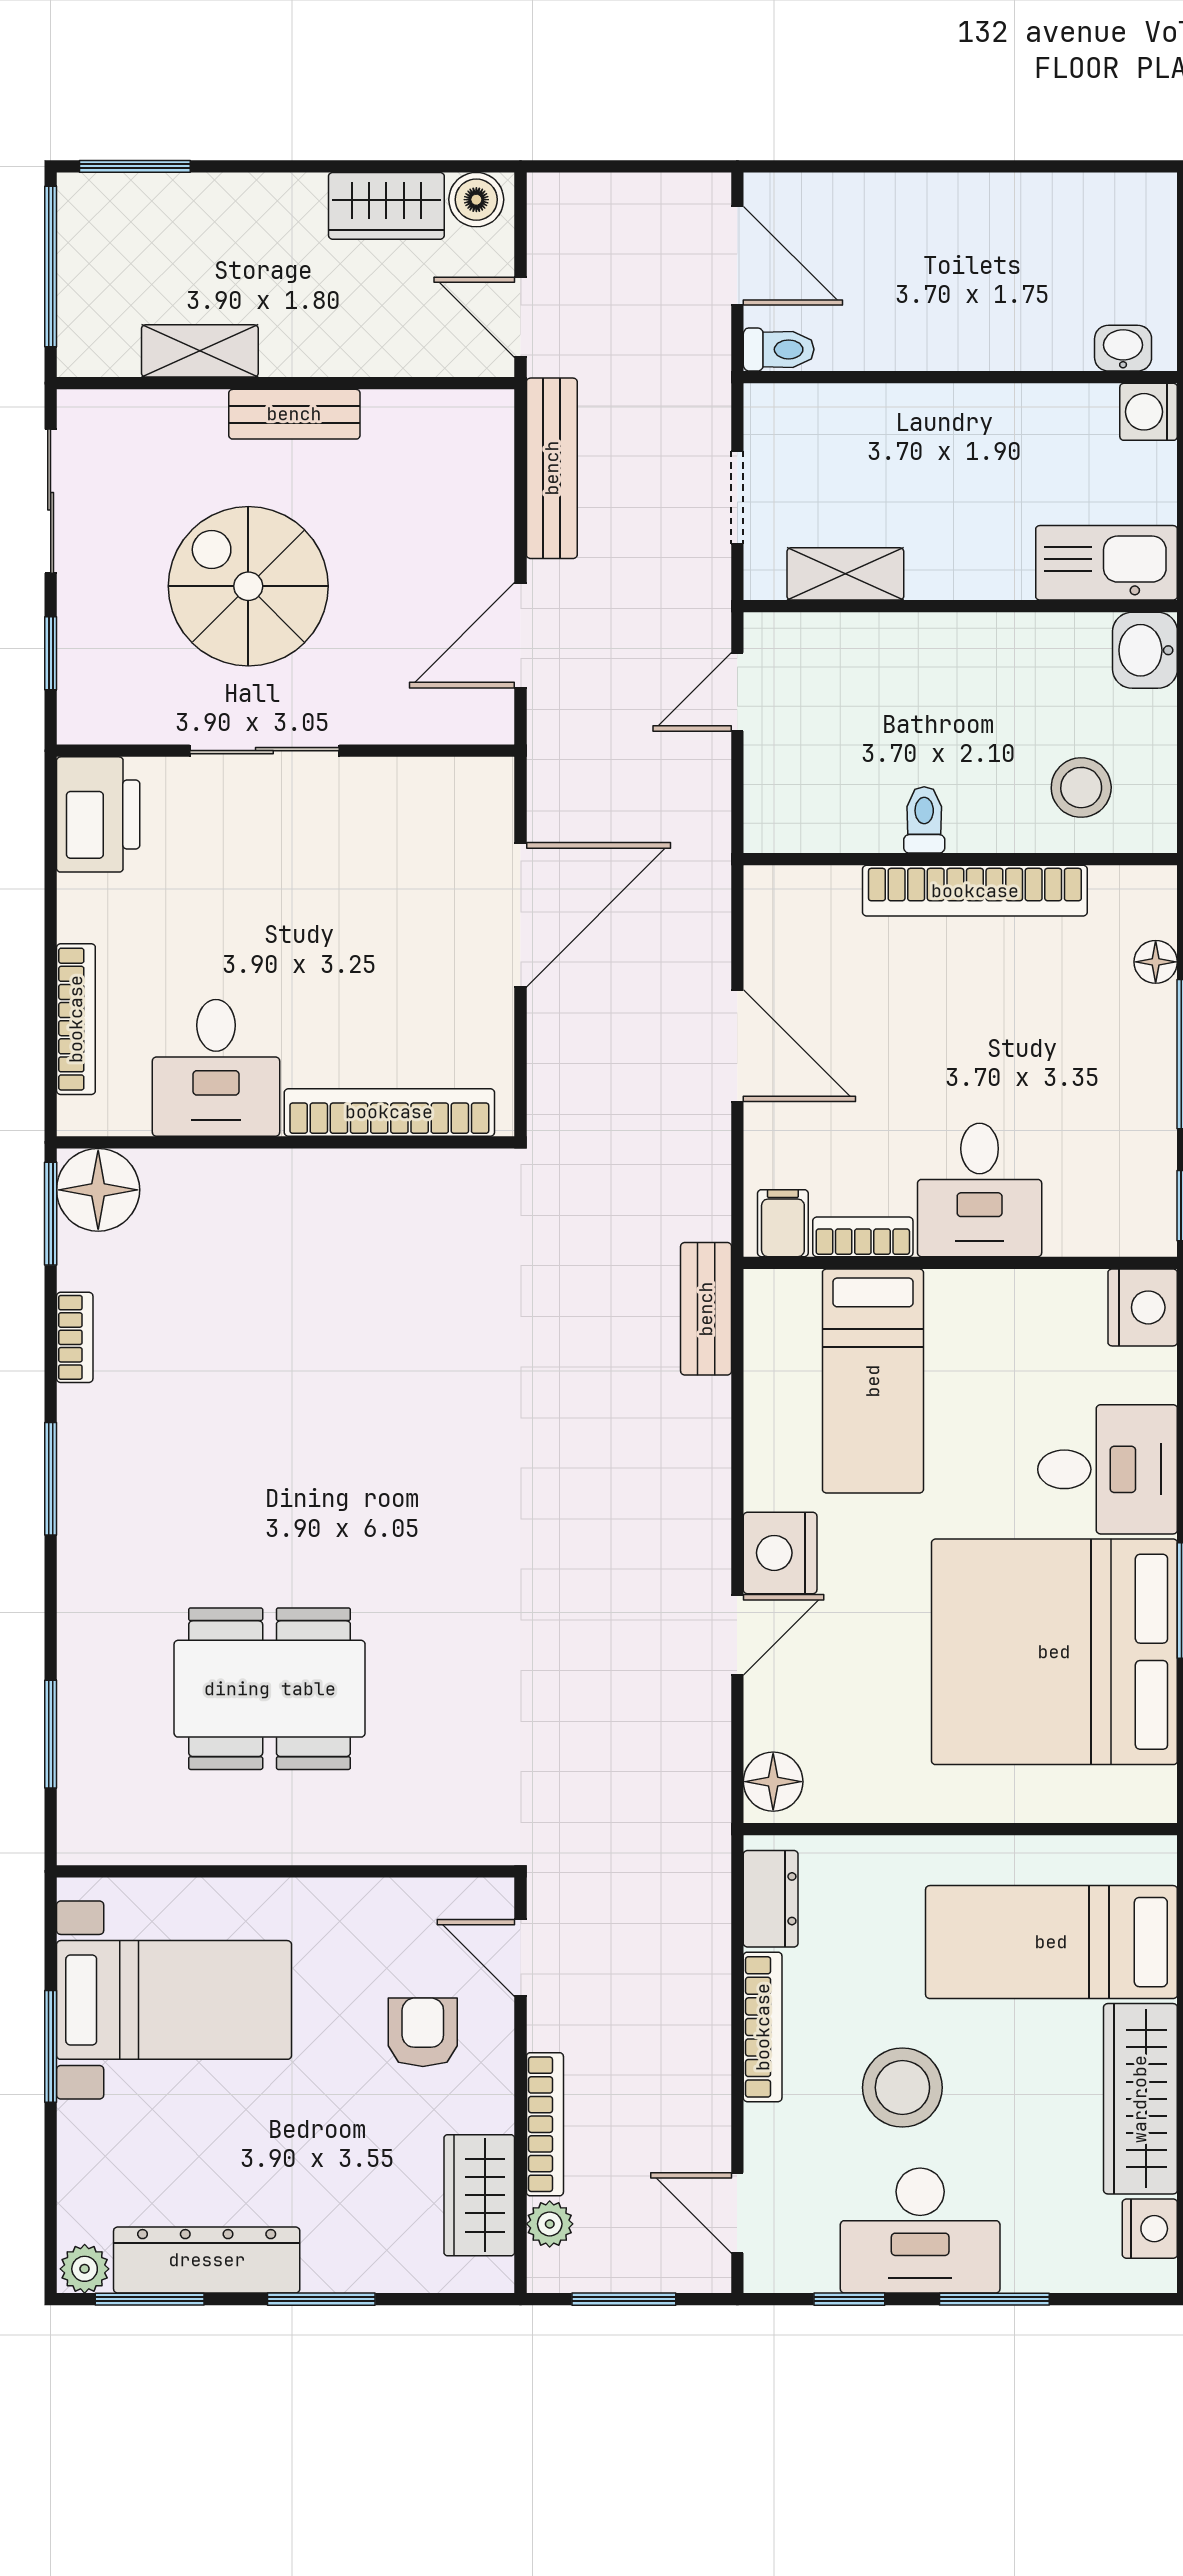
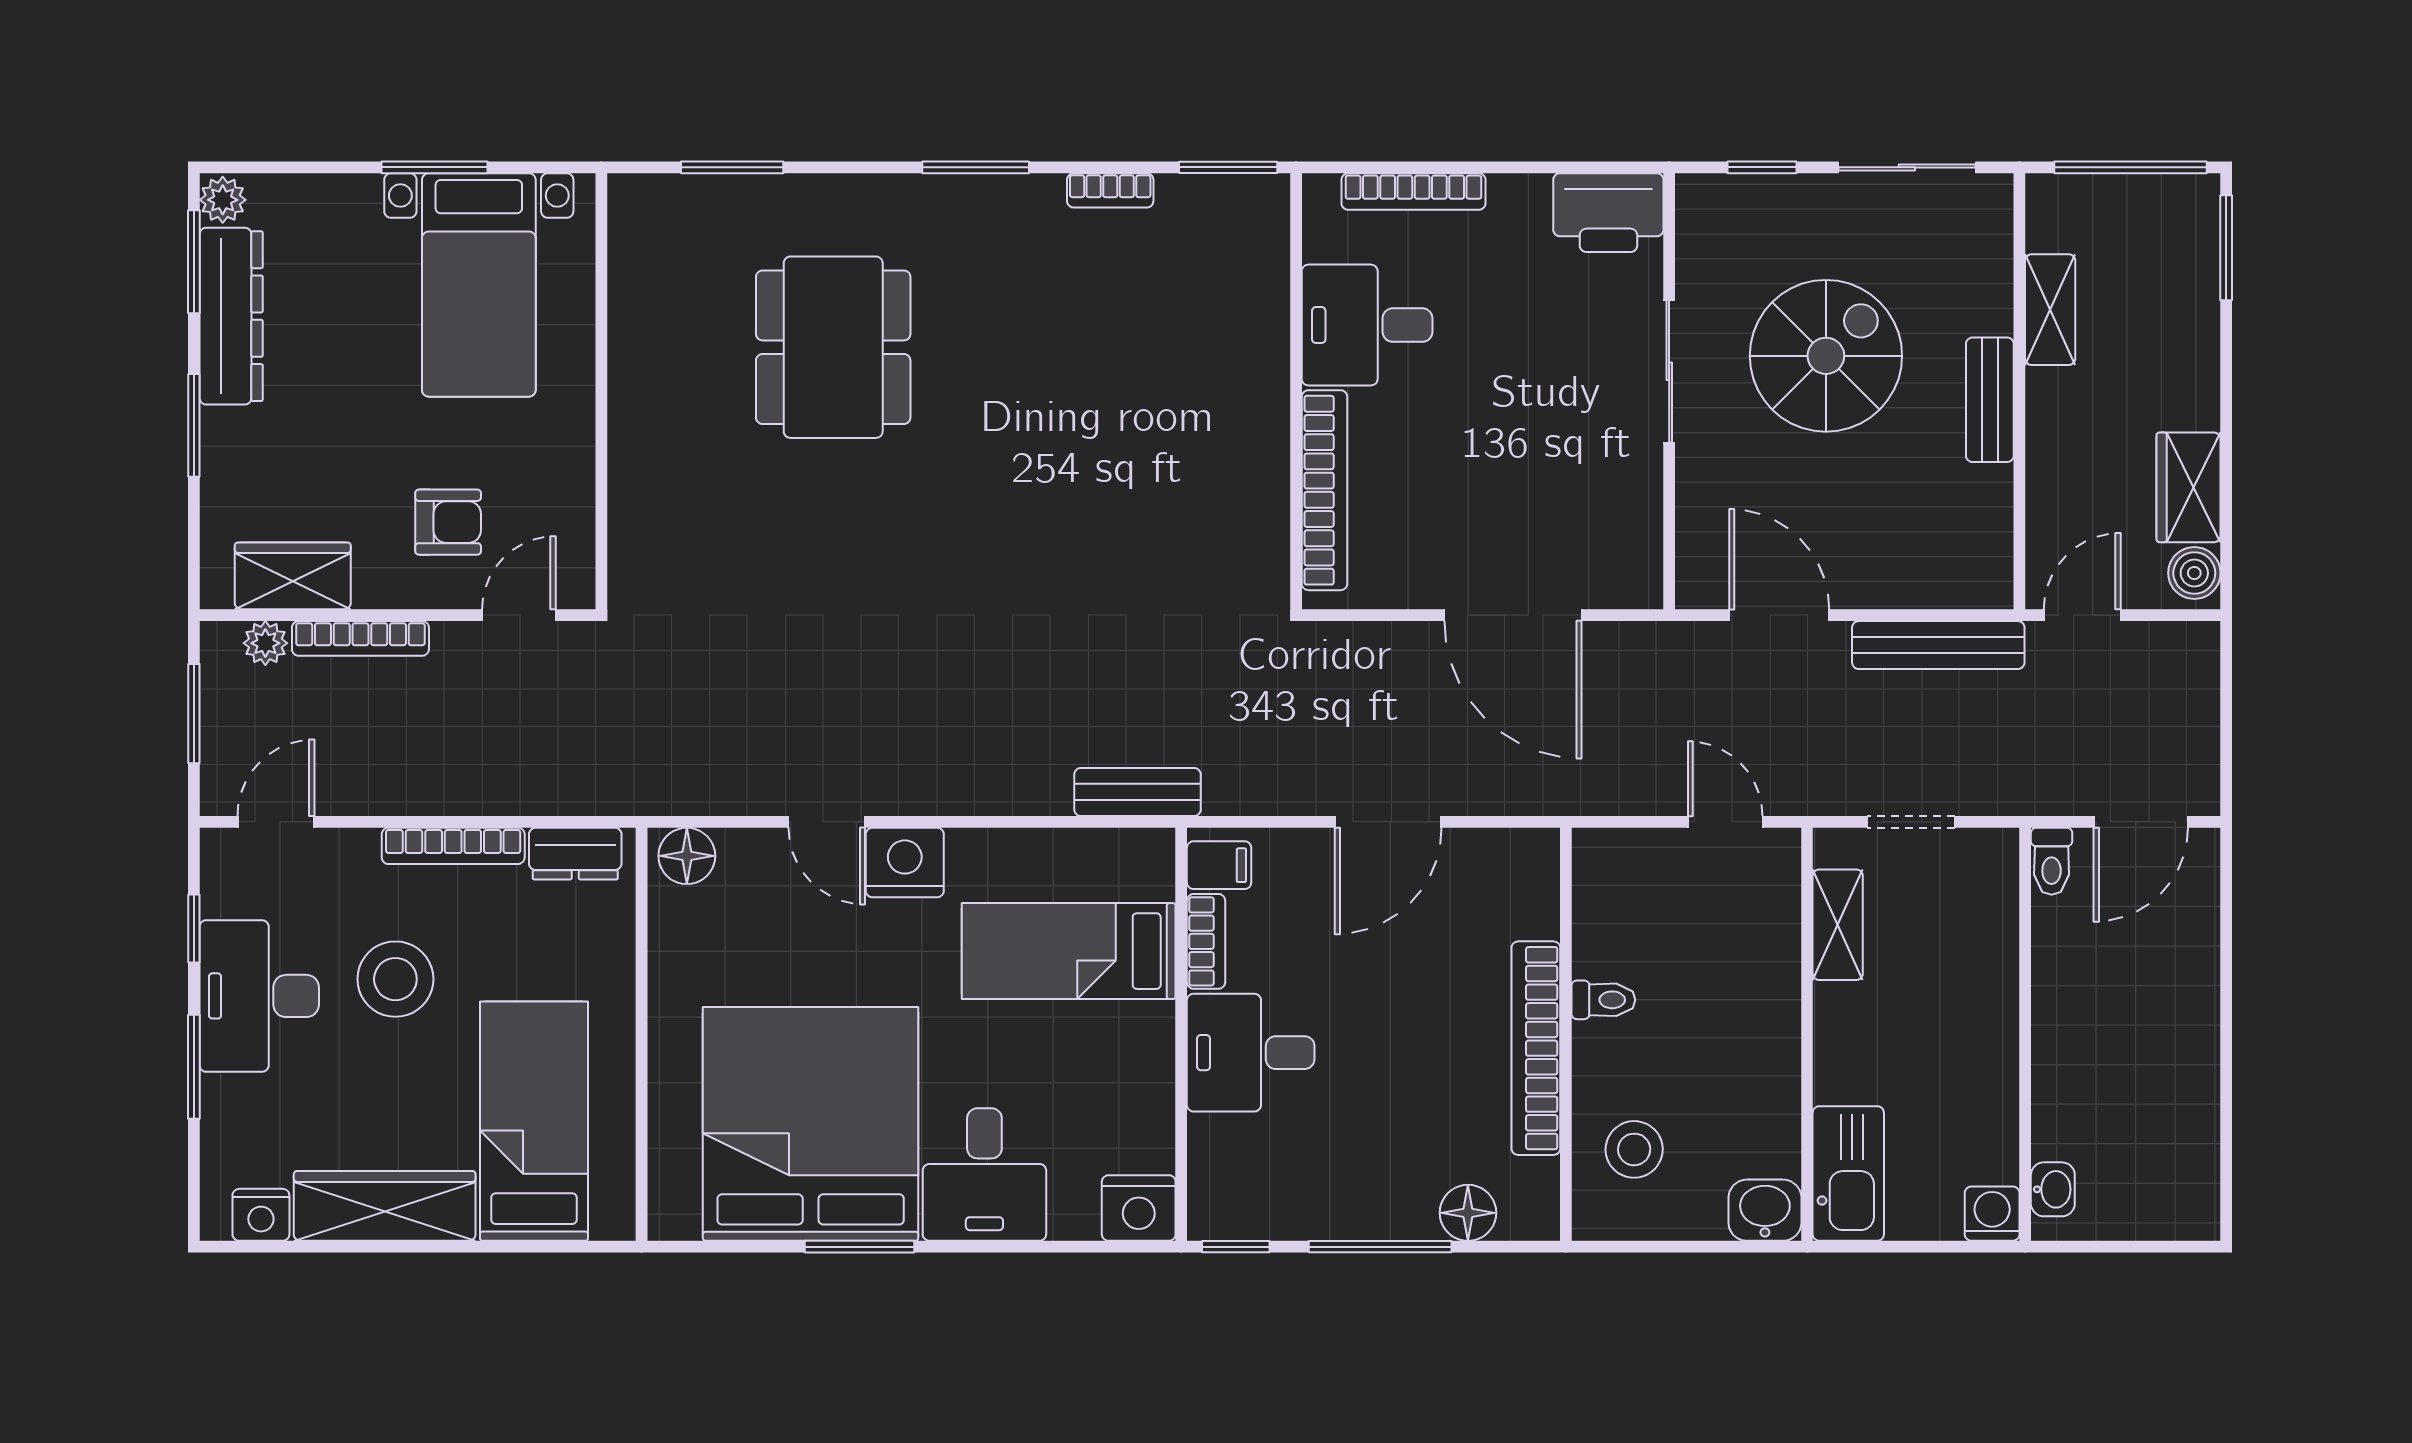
floor lamp: (1156, 962) -> (1468, 1213), width x1.37, depth x1.37
floor lamp: (98, 1190) -> (1251, 213), removed
dining table: (270, 1689) -> (833, 347), moved

